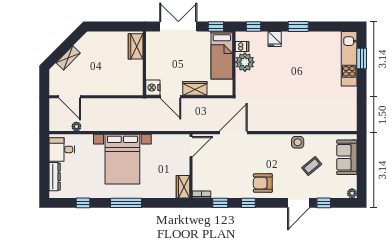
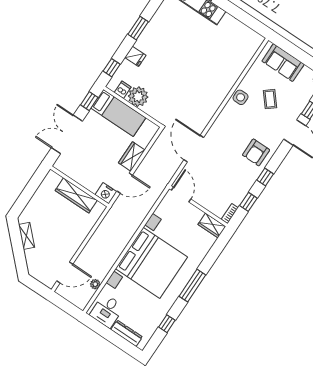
wardrobe: (136, 46) -> (76, 195), moved, width x1.50
shelving: (68, 58) -> (27, 236), moved
bed with nightstands: (122, 159) -> (151, 263), width x1.36

